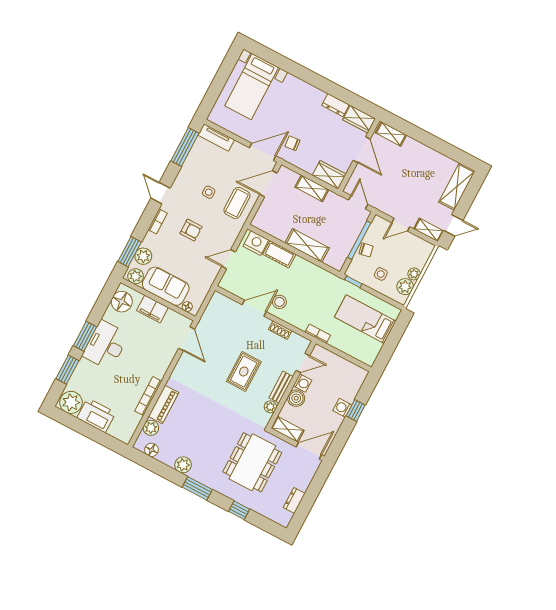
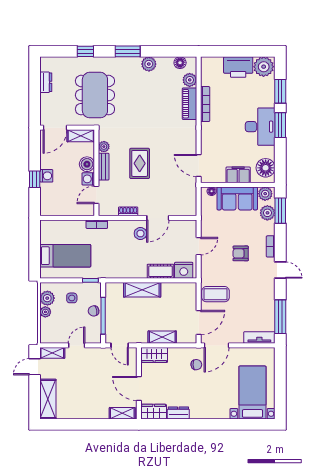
side table: (209, 192) -> (242, 291), removed
coffee table: (237, 203) -> (216, 294), turned 90

